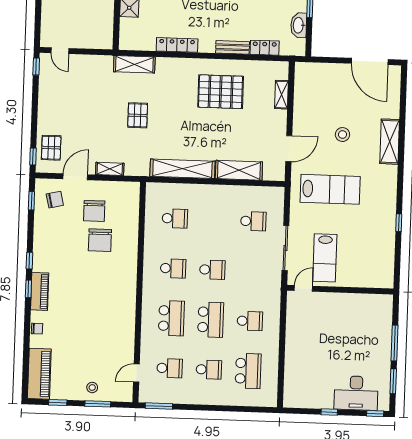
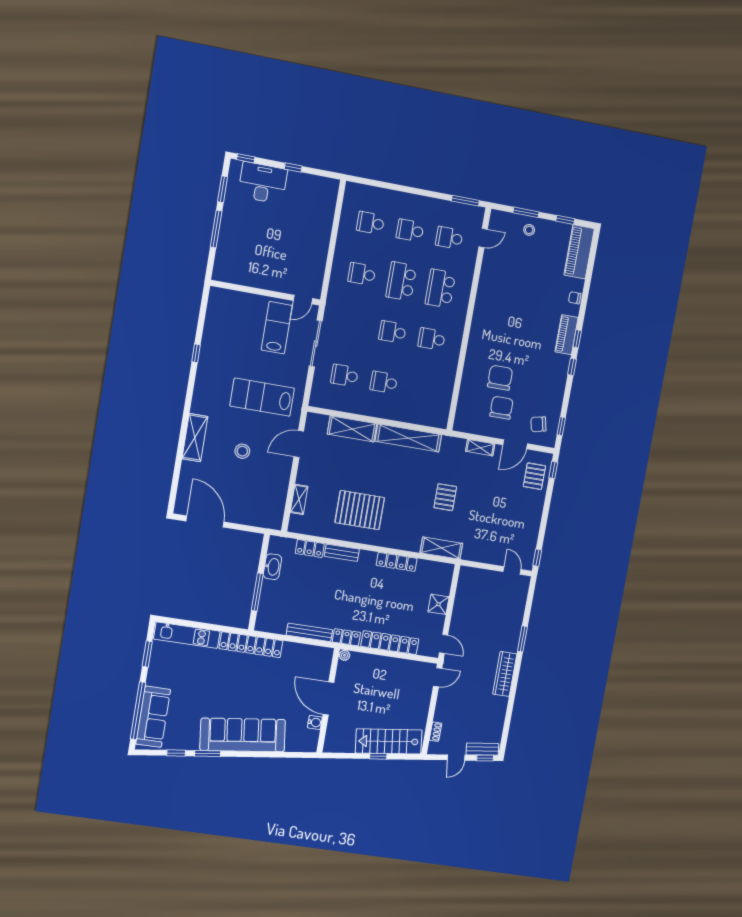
school desk: (175, 218) -> (384, 382), moved
school desk: (248, 371) -> (370, 223), width x0.54

